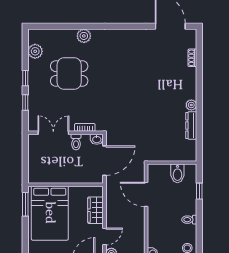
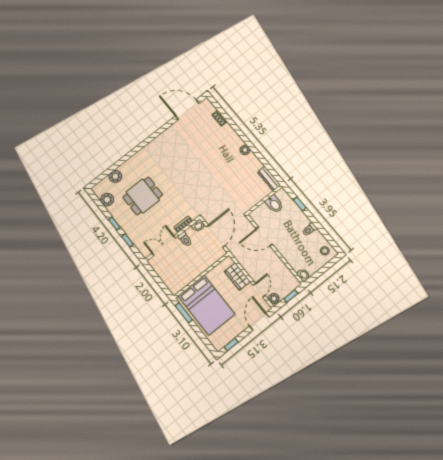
plant: (84, 36) -> (115, 176), moved
dresser: (191, 125) -> (269, 178), moved

